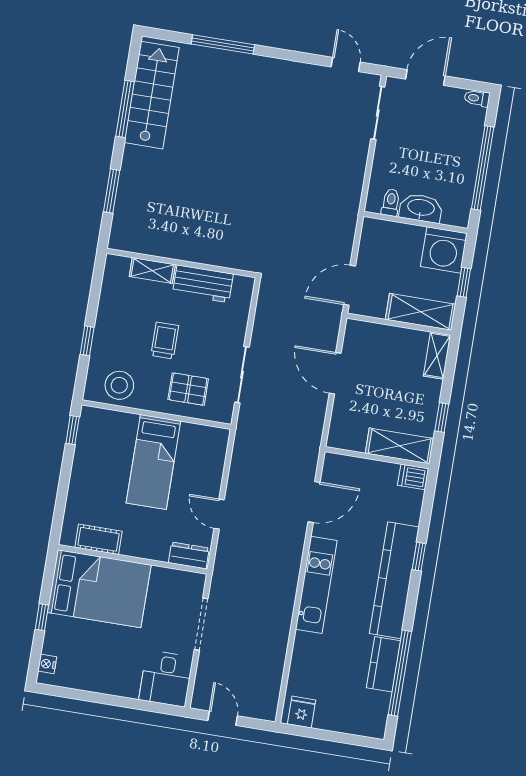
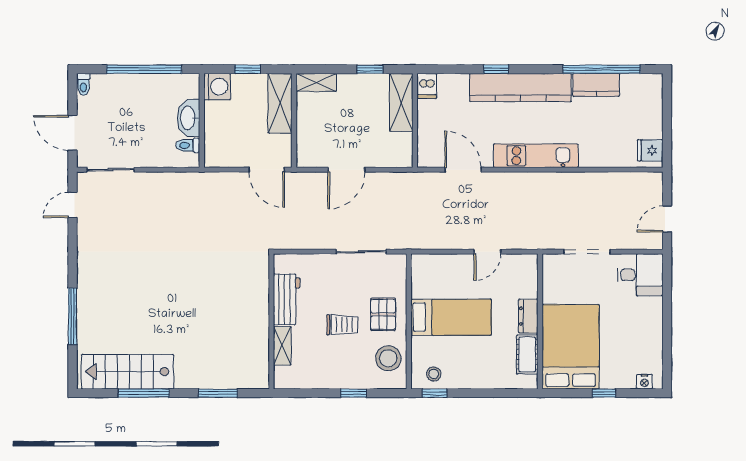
washing machine: (444, 250) -> (217, 87), width x0.73, depth x0.73
trolley: (165, 341) -> (342, 325), turned 180
pallet: (188, 389) -> (383, 314), moved
stool: (94, 433) -> (434, 374), added
dresser: (189, 555) -> (528, 316), moved

